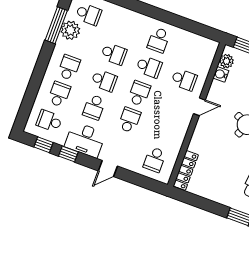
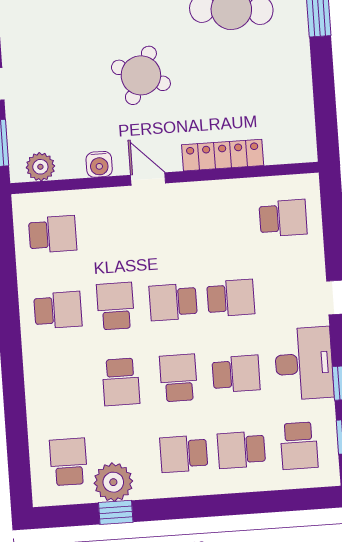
window: (56, 25) -> (116, 512), width x0.46
school desk: (114, 54) -> (121, 382), turned 180
water cooler: (221, 74) -> (99, 164), moved
school desk: (184, 80) -> (53, 234), moved, turned 90
school desk: (129, 120) -> (231, 298), turned 180
locker: (186, 170) -> (223, 155), moved

